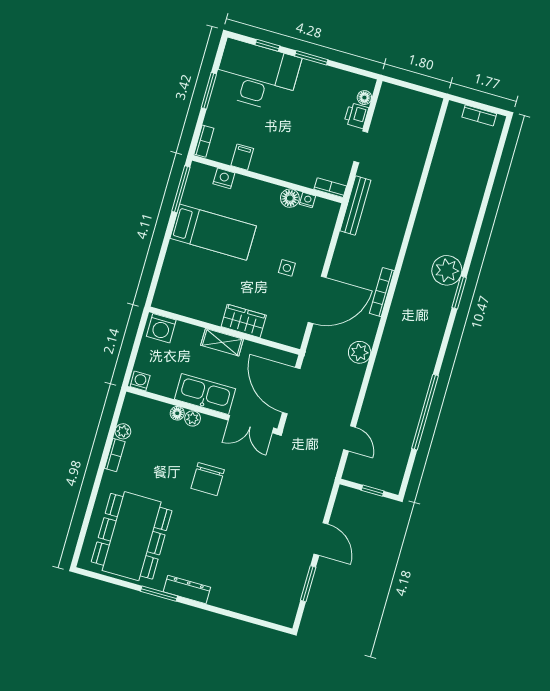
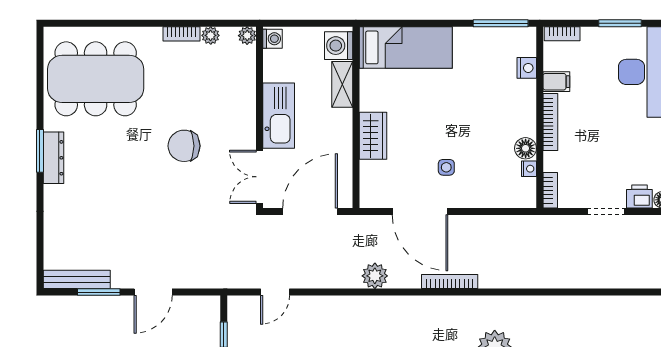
bookcase: (274, 171) -> (550, 122), added
bench: (355, 205) -> (77, 279), moved
bed: (213, 232) -> (406, 47), moved, turned -90
shelving: (222, 342) -> (342, 84), moved
floor lamp: (177, 413) -> (248, 91), removed
plant: (193, 418) -> (247, 36), moved
window: (159, 594) -> (40, 151), moved

